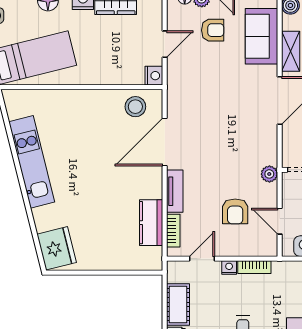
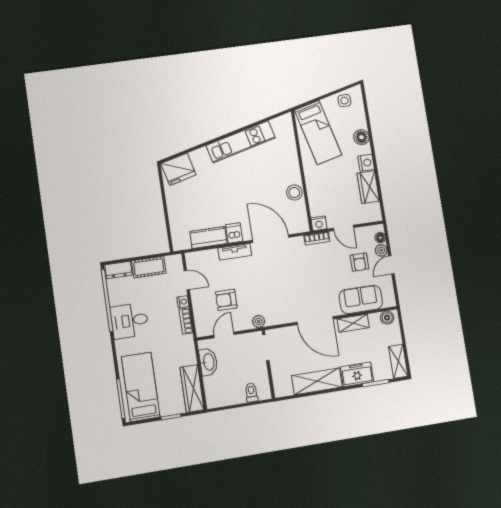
stool: (135, 107) -> (294, 192), moved
dishwasher: (150, 188) -> (234, 233), added
bookcase: (173, 231) -> (317, 238), moved

